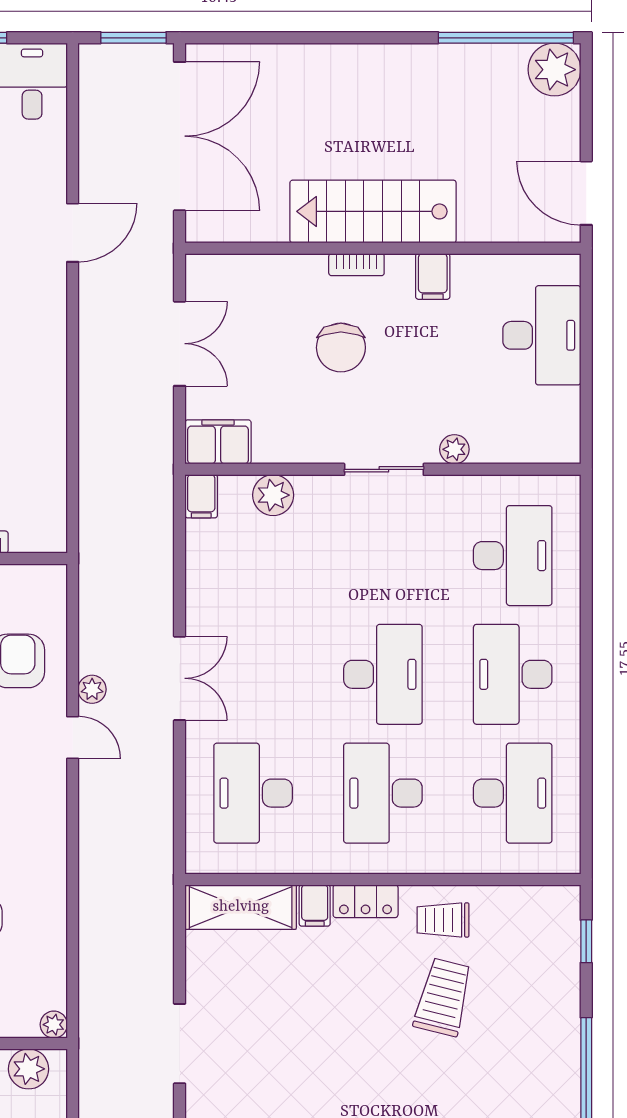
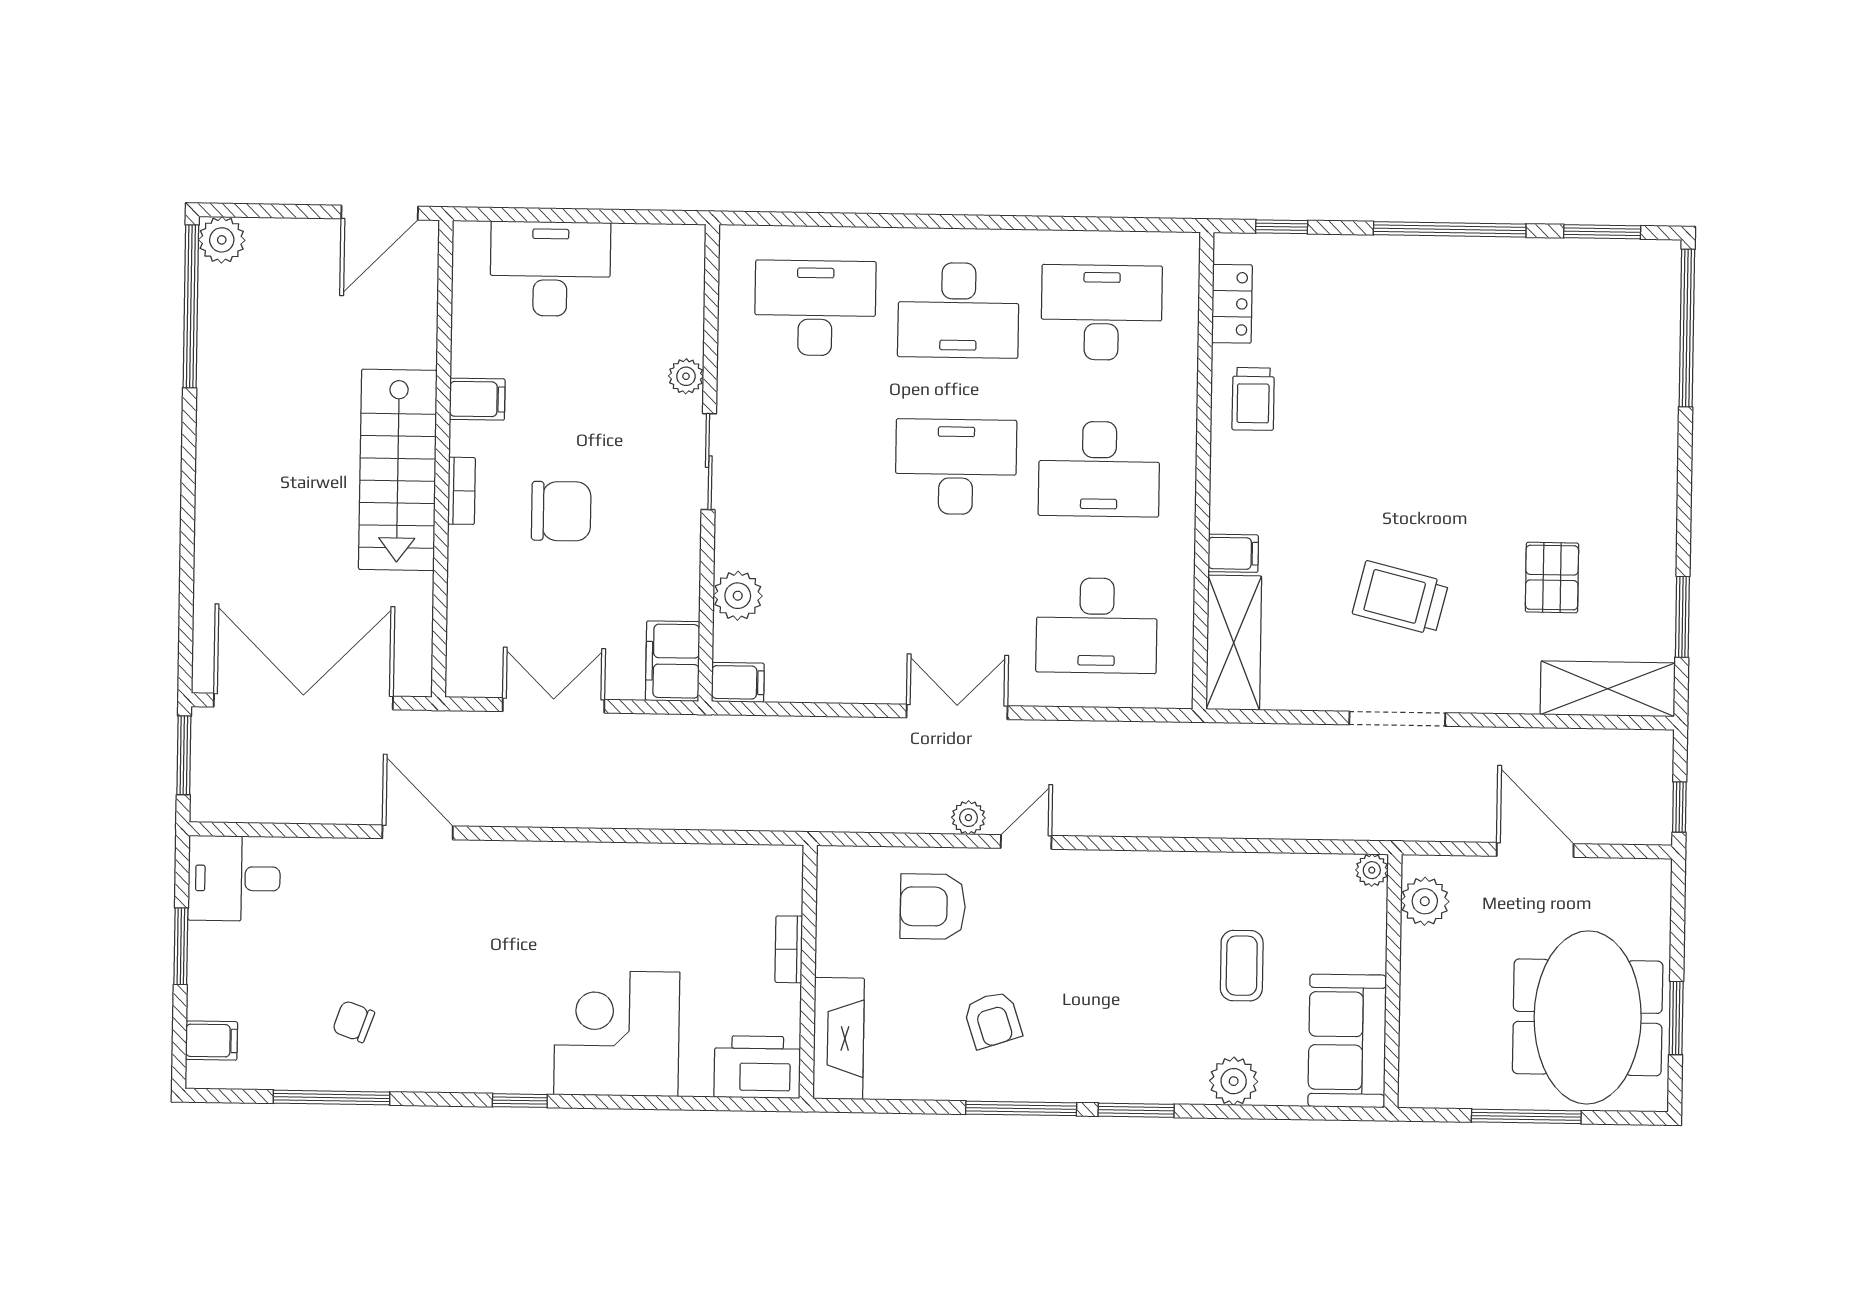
plant: (554, 70) -> (222, 240), width x0.73, depth x0.73
locker: (366, 901) -> (1232, 304), moved
trolley: (443, 997) -> (1400, 598), moved

